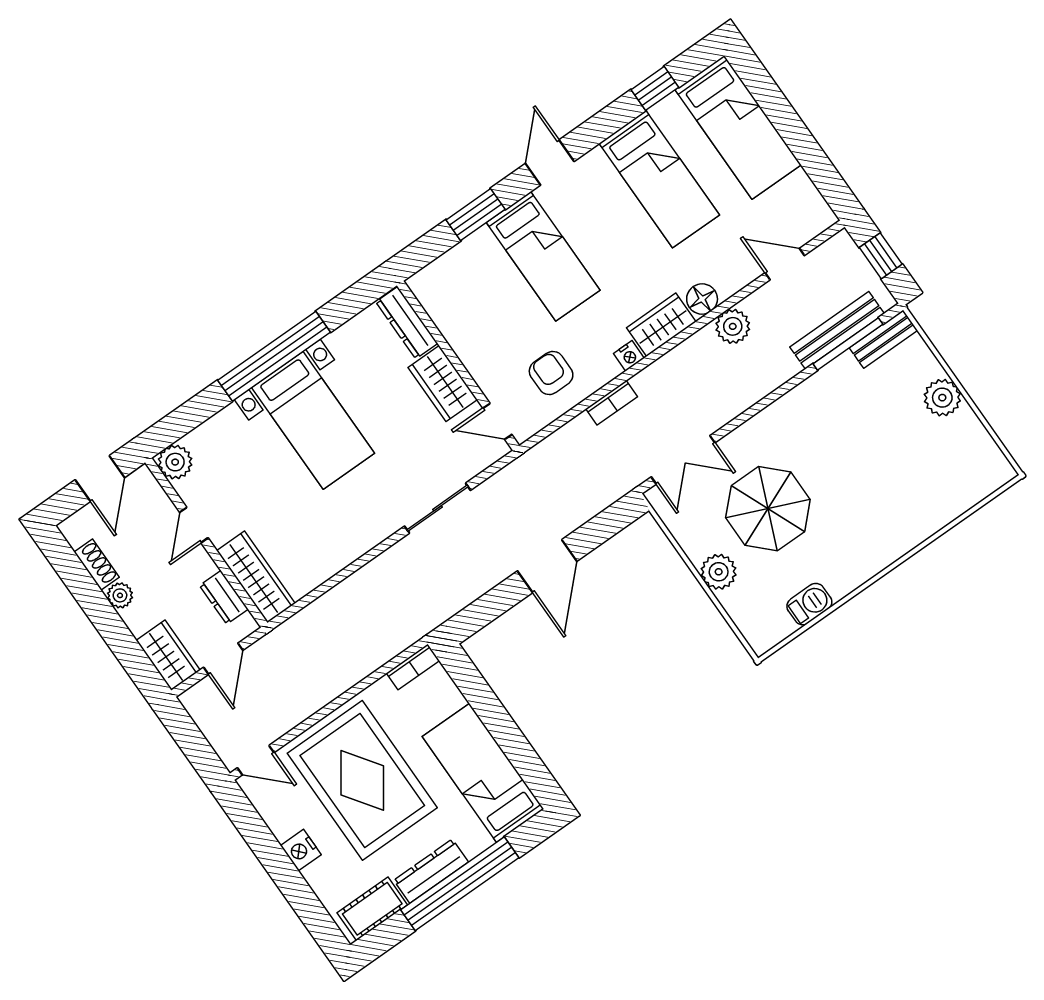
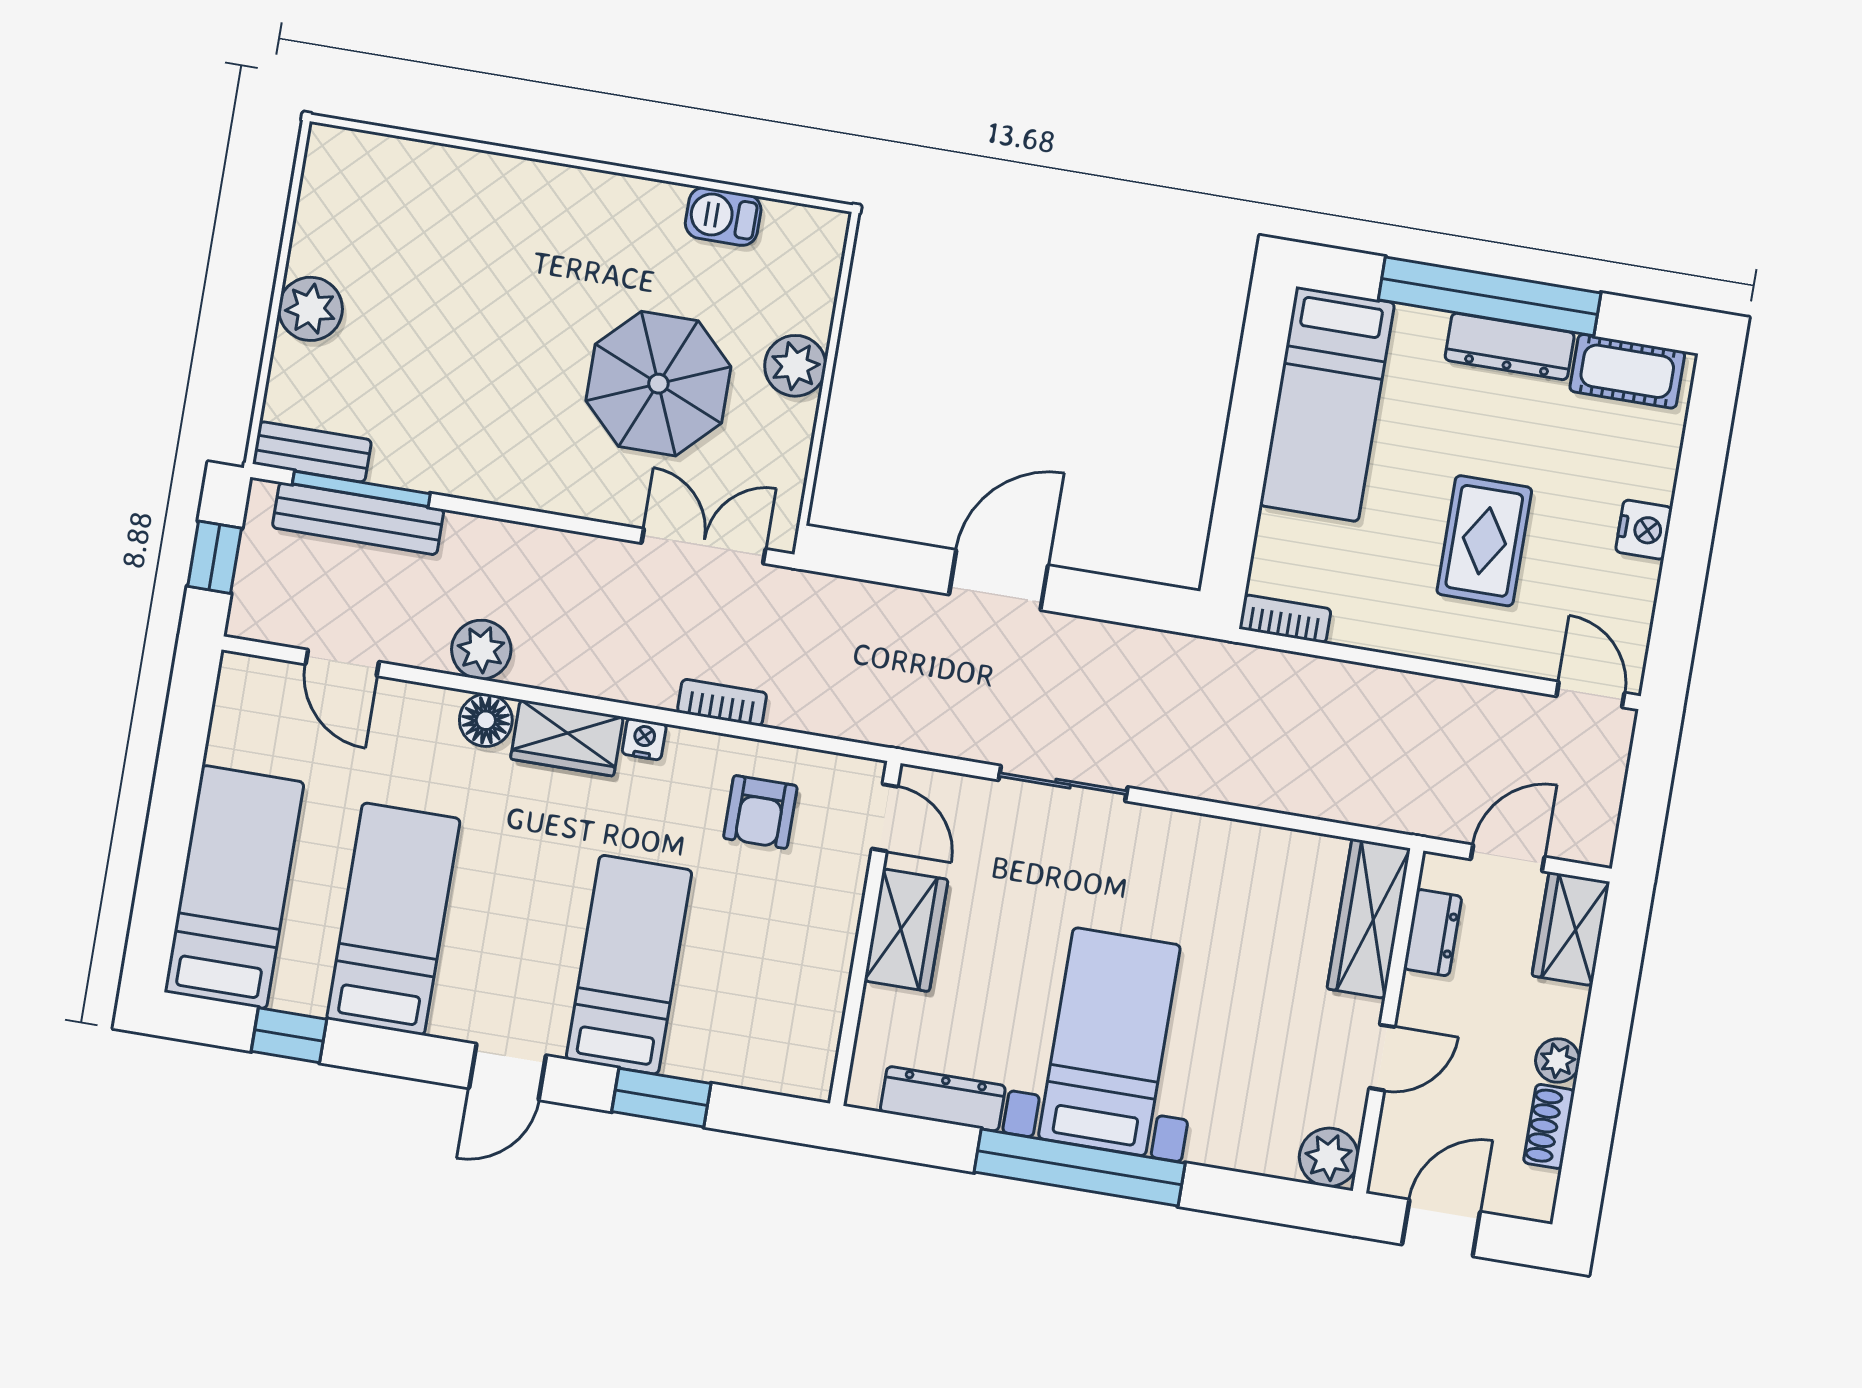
dresser: (407, 323) -> (943, 1099), moved, turned -90
rug: (362, 780) -> (1484, 541), width x0.54, depth x0.49

